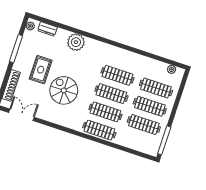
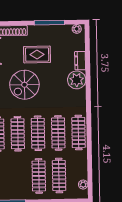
dresser: (48, 29) -> (80, 61), moved
spiral stairs: (64, 90) -> (24, 85), turned 180
clothes rail: (144, 125) -> (79, 133), moved

